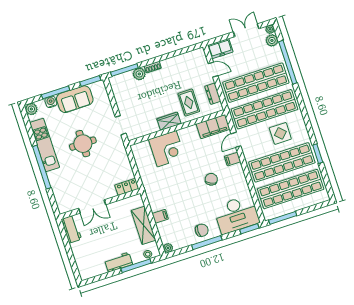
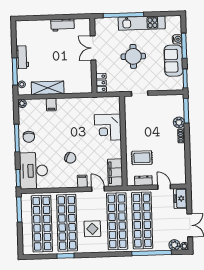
door: (213, 70) -> (164, 187), swing flipped
plant: (31, 109) -> (176, 21), removed
wardrobe: (169, 121) -> (131, 136), removed
locker: (127, 187) -> (101, 83), moved
wall: (100, 204) -> (93, 55), moved
double door: (92, 206) -> (93, 48), moved

